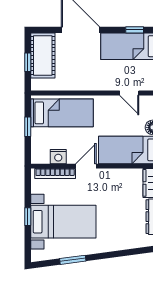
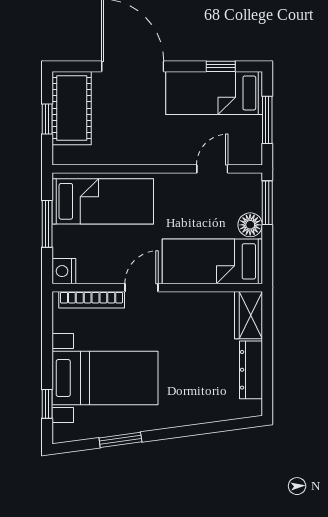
door: (129, 93) -> (212, 169), swing flipped
window: (28, 127) -> (47, 224), width x1.50
nightstand: (58, 157) -> (64, 271), moved, turned 90
window: (28, 217) -> (47, 404), moved

